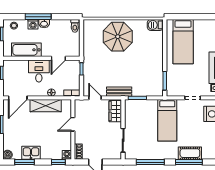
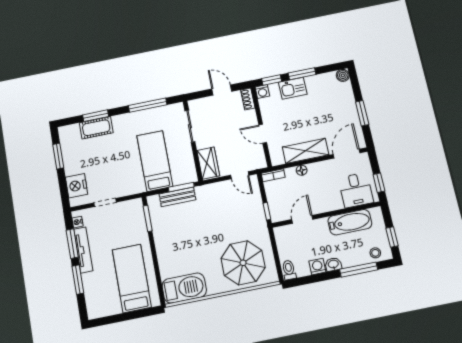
window: (38, 17) -> (359, 270), moved
washing machine: (33, 24) -> (317, 267), moved
barbecue: (155, 25) -> (184, 288), width x1.88, depth x1.53
parasol: (118, 37) -> (243, 263), moved
desk: (39, 71) -> (356, 190), moved
bench: (119, 92) -> (177, 197), moved
bed: (167, 120) -> (155, 161), moved
door: (73, 124) -> (263, 134), swing flipped
kitchen sink: (31, 153) -> (293, 88), moved
window: (25, 162) -> (302, 74), moved
window: (189, 162) -> (96, 116), width x0.69

